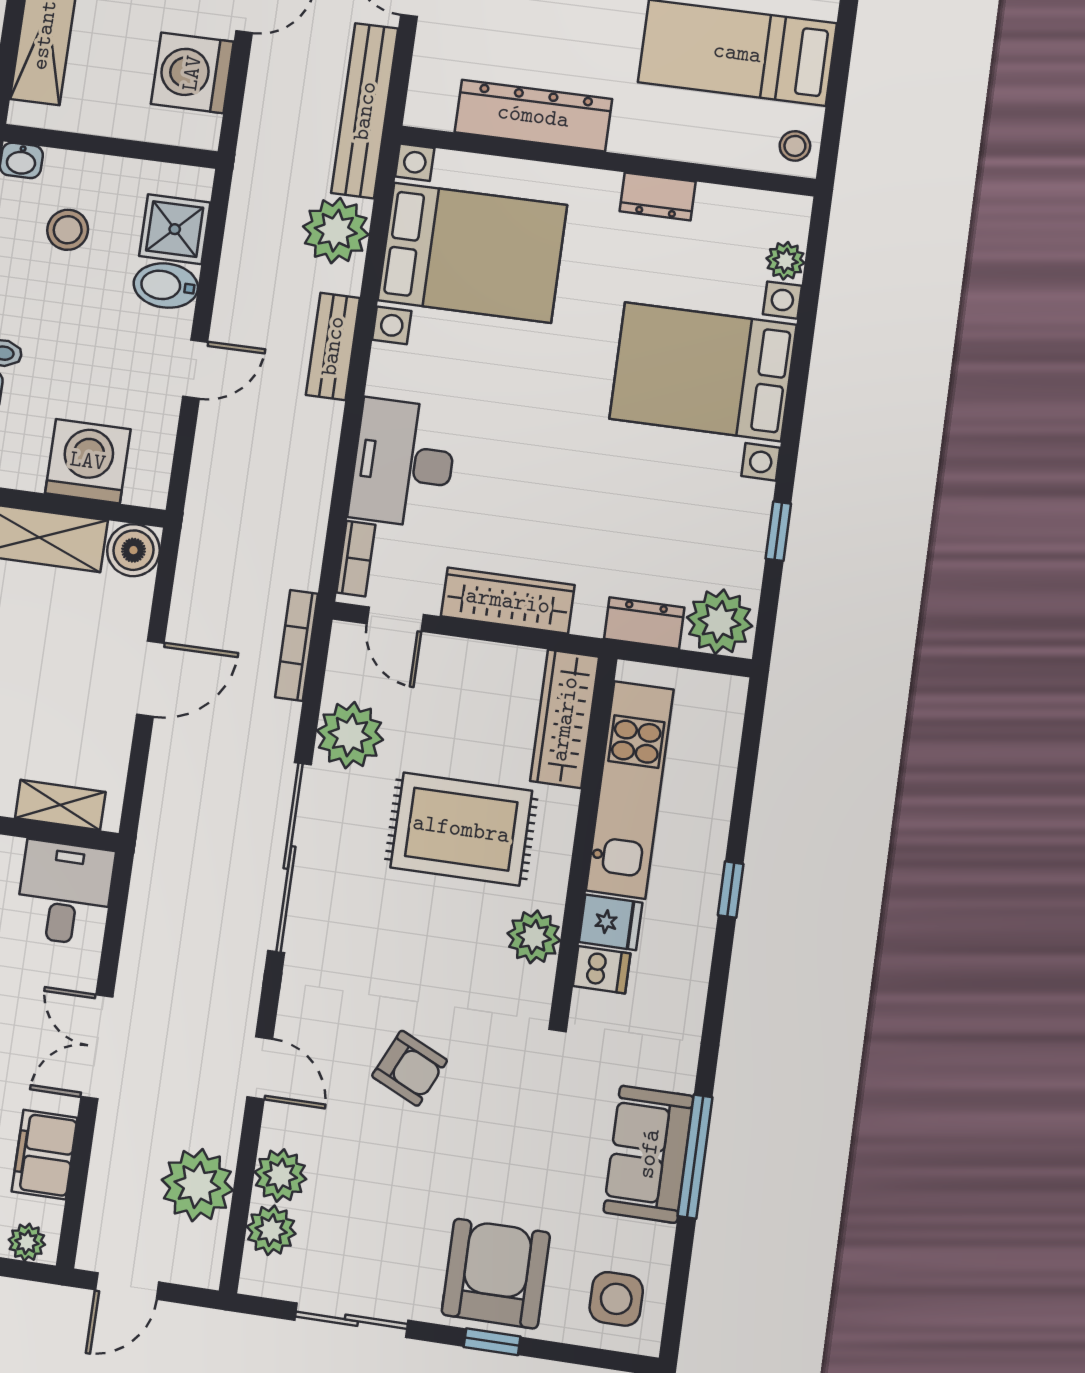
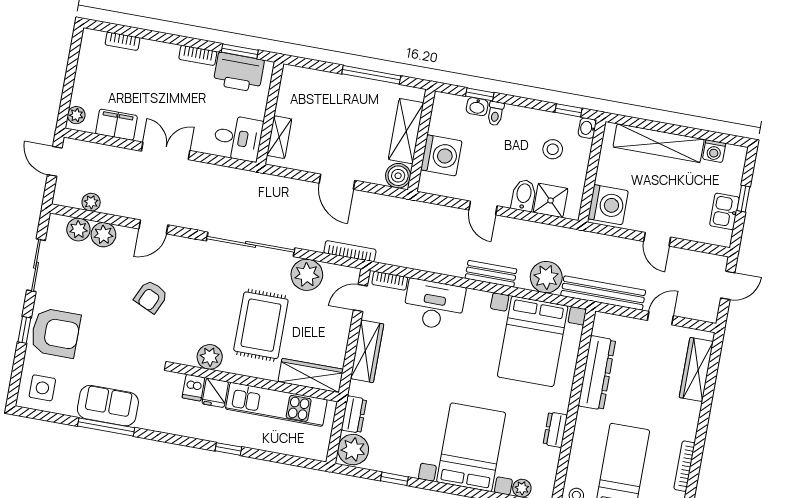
washing machine: (192, 73) -> (608, 205), moved, turned 90
plant: (197, 1185) -> (91, 202), width x0.53, depth x0.53

